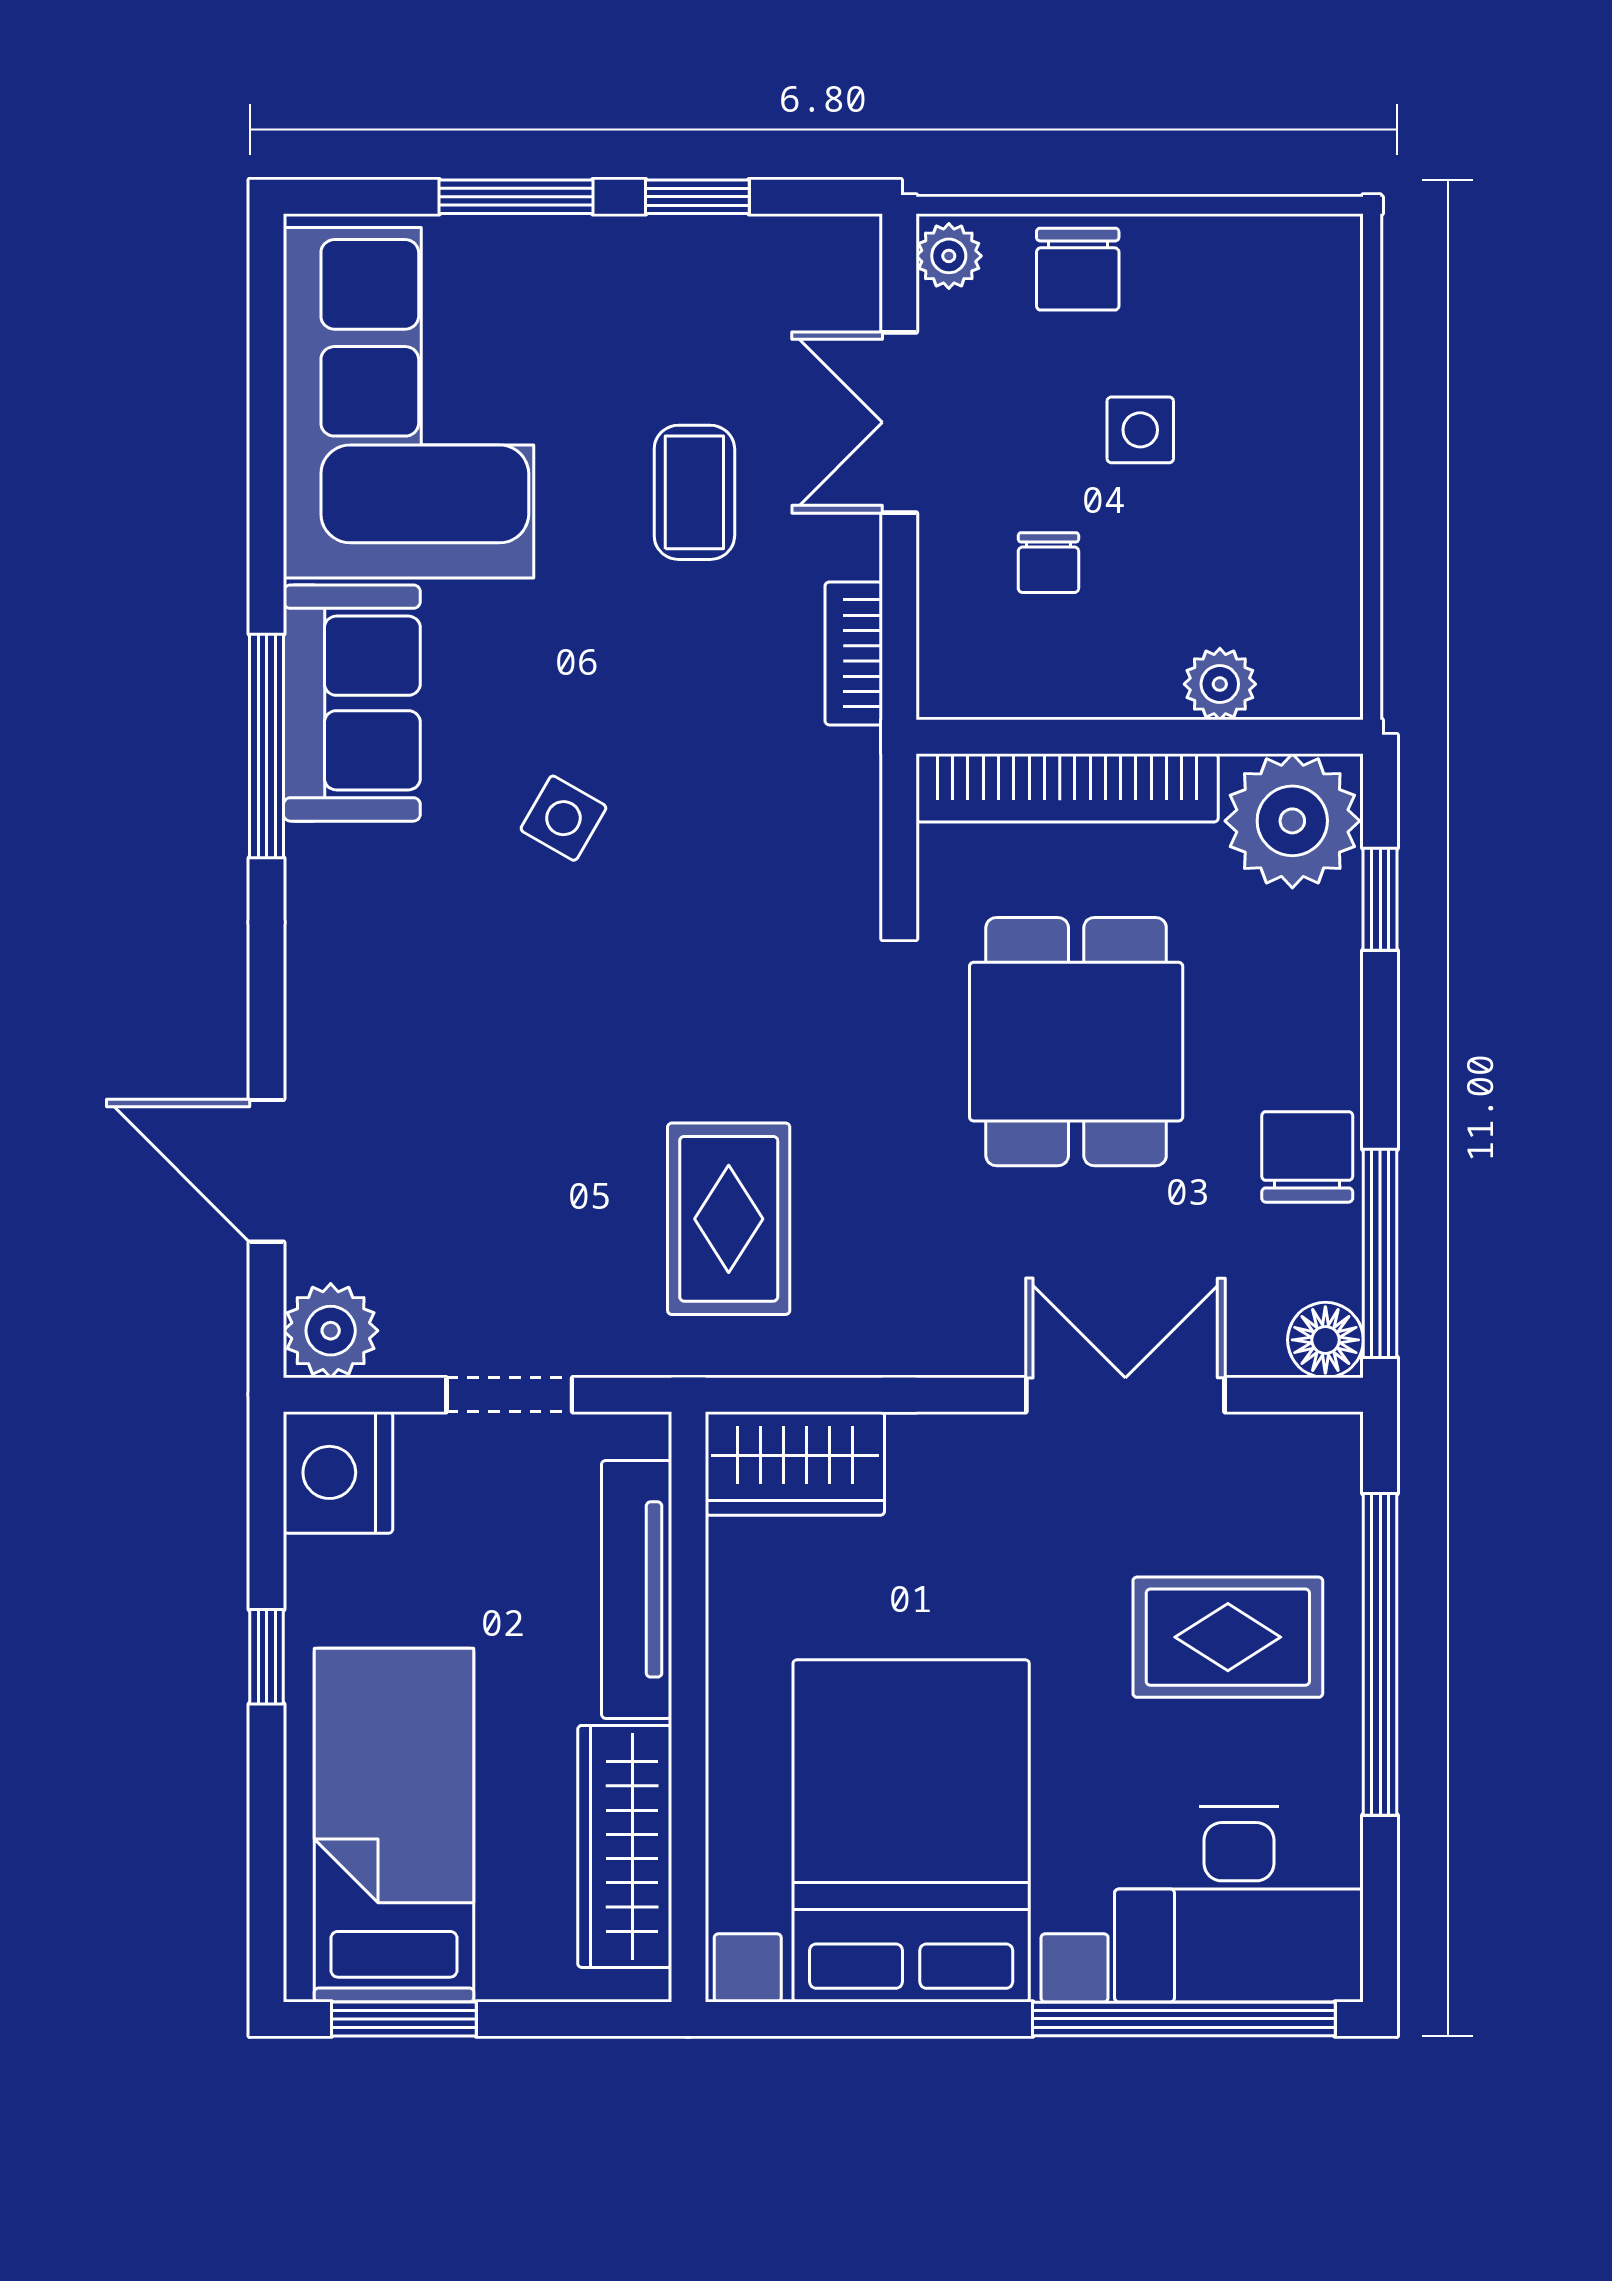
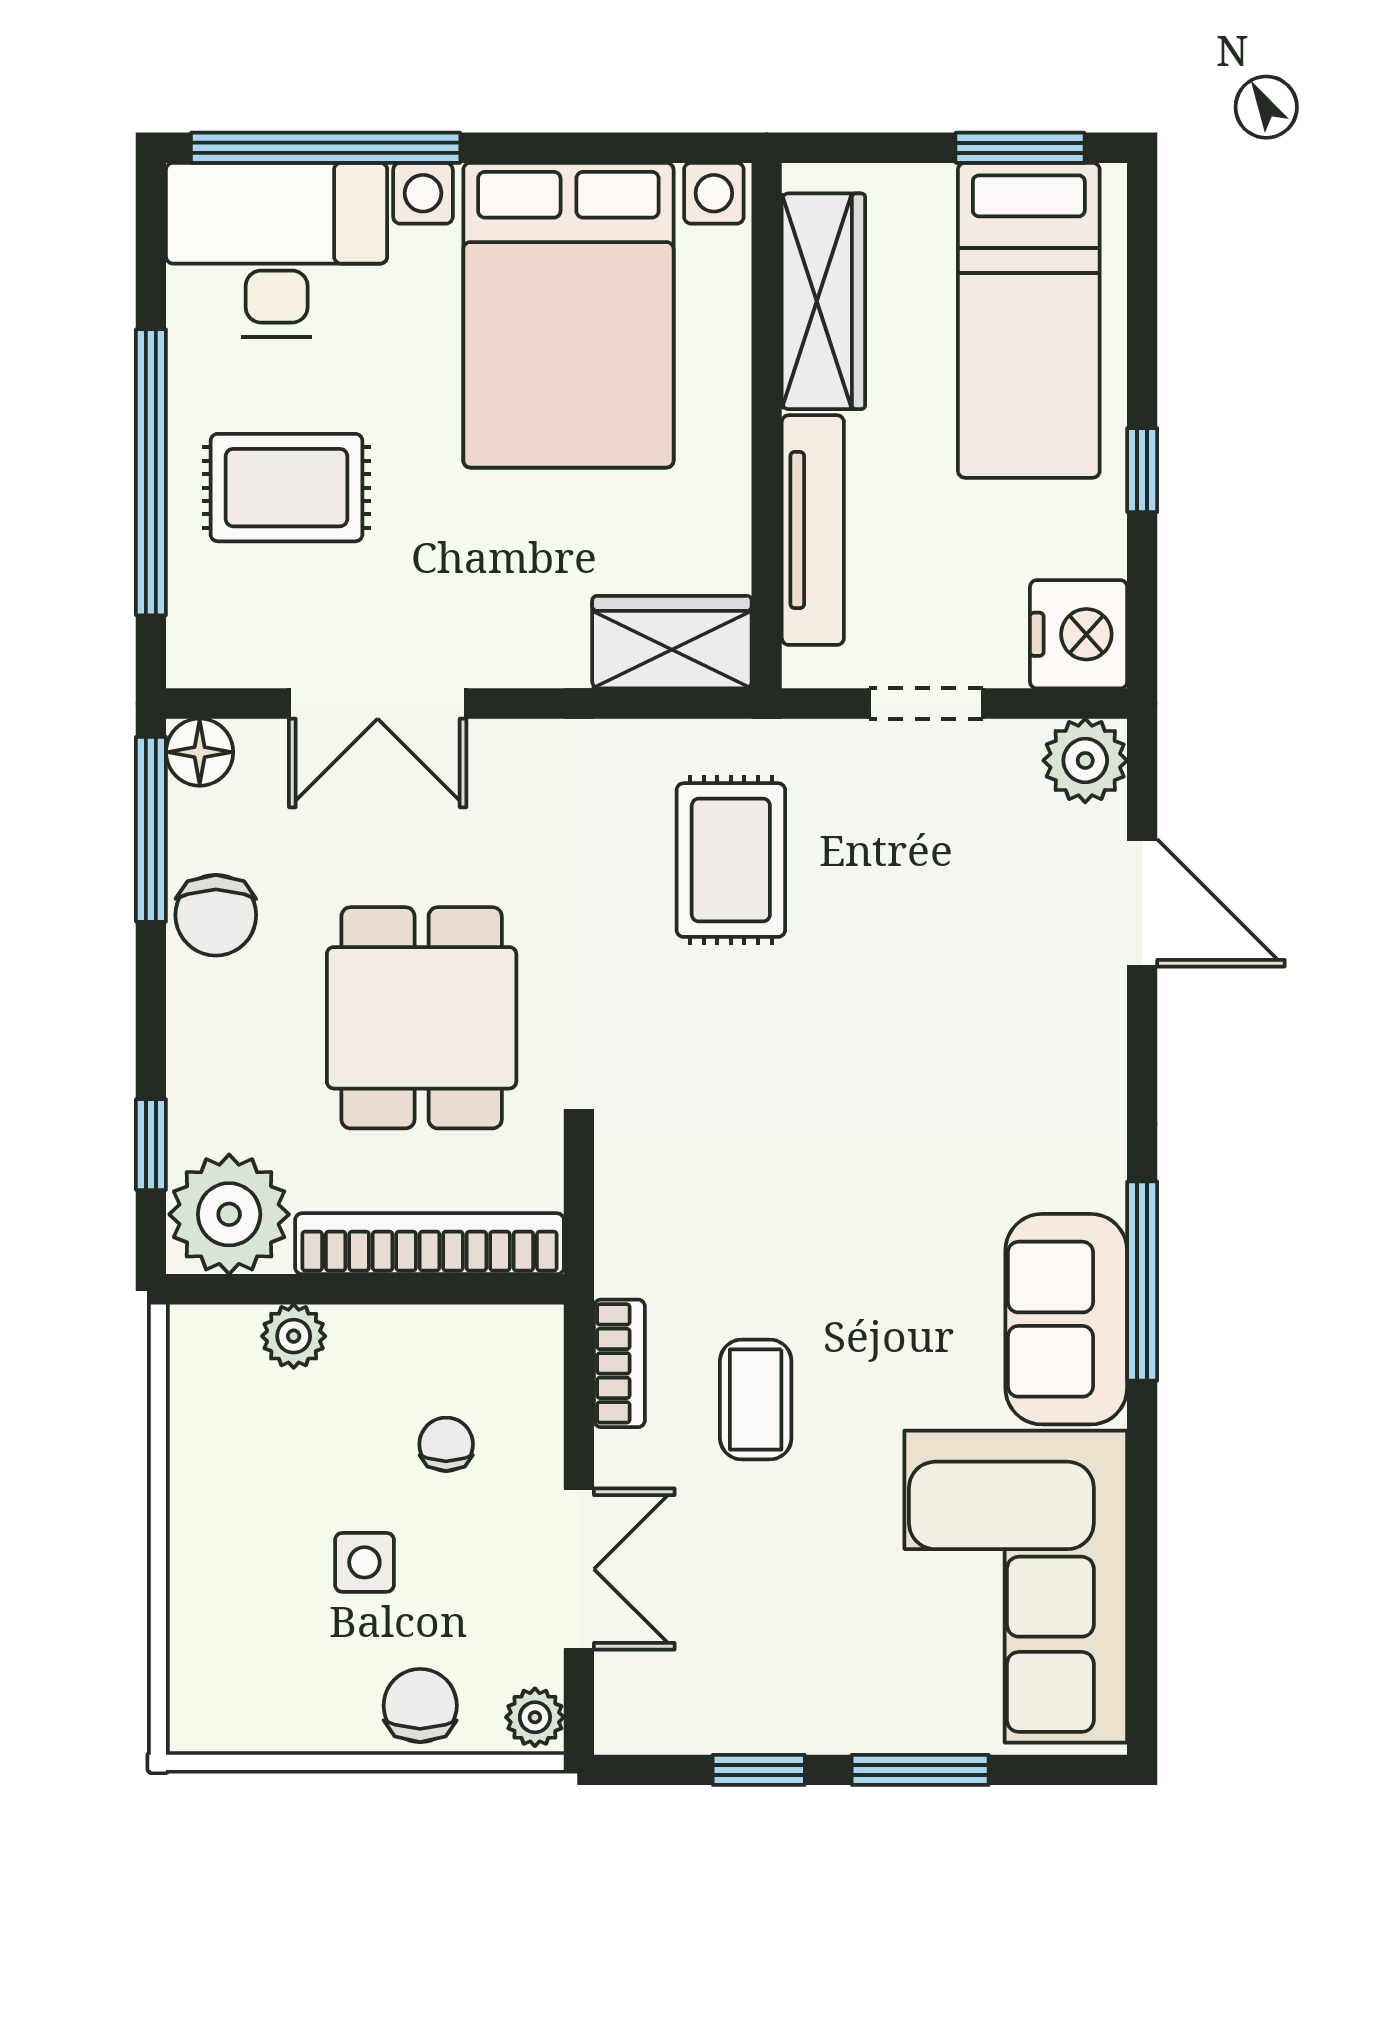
coffee table: (694, 492) -> (756, 1399), moved
side table: (563, 818) -> (878, 1217), removed

